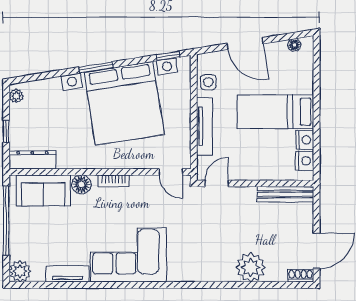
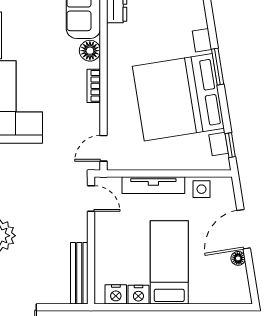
floor lamp: (294, 45) -> (238, 258), moved

